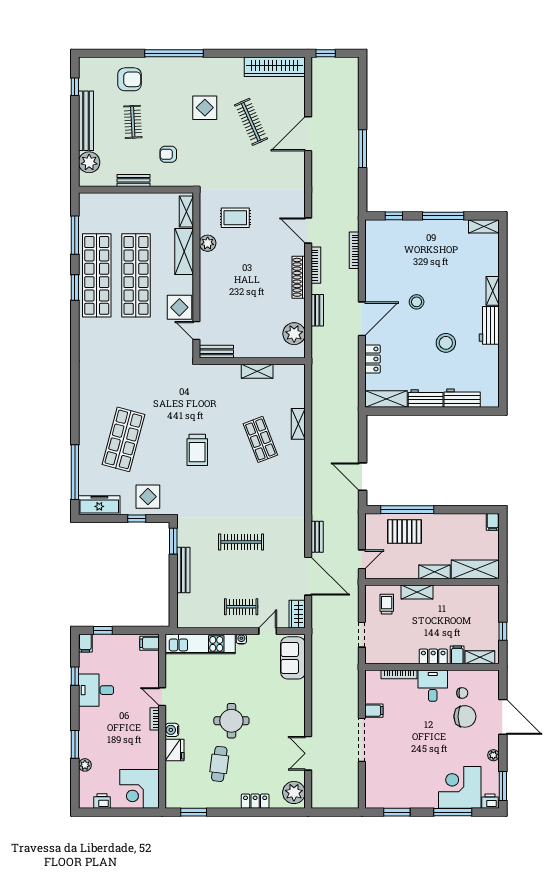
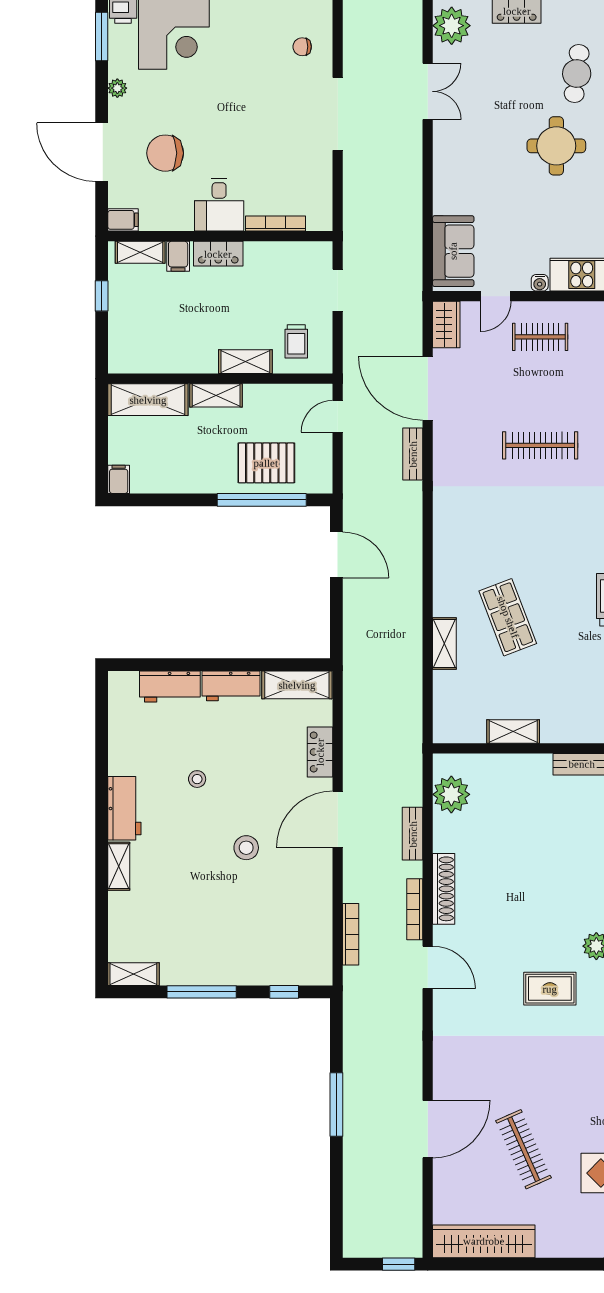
stool: (446, 343) -> (197, 779), width x0.53, depth x0.53
chair: (462, 693) -> (302, 47), moved
filing cabinet: (374, 711) -> (123, 220), moved, turned 180

